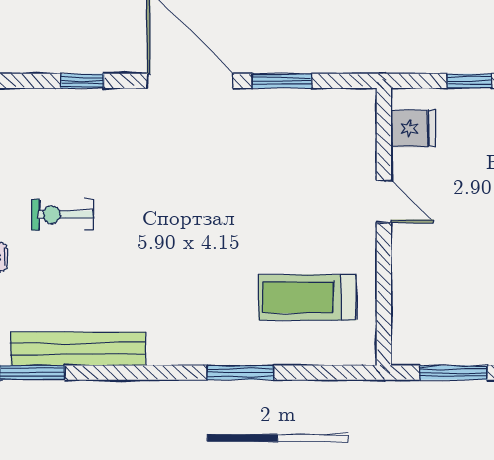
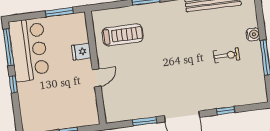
fridge: (413, 129) -> (81, 52), moved
door: (384, 202) -> (97, 78), swing flipped

